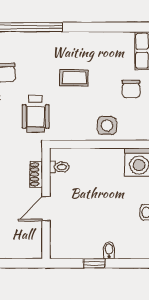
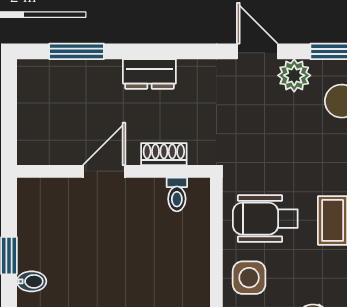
wheelchair: (36, 114) -> (265, 219), moved
door: (46, 209) -> (104, 171), hinge flipped

